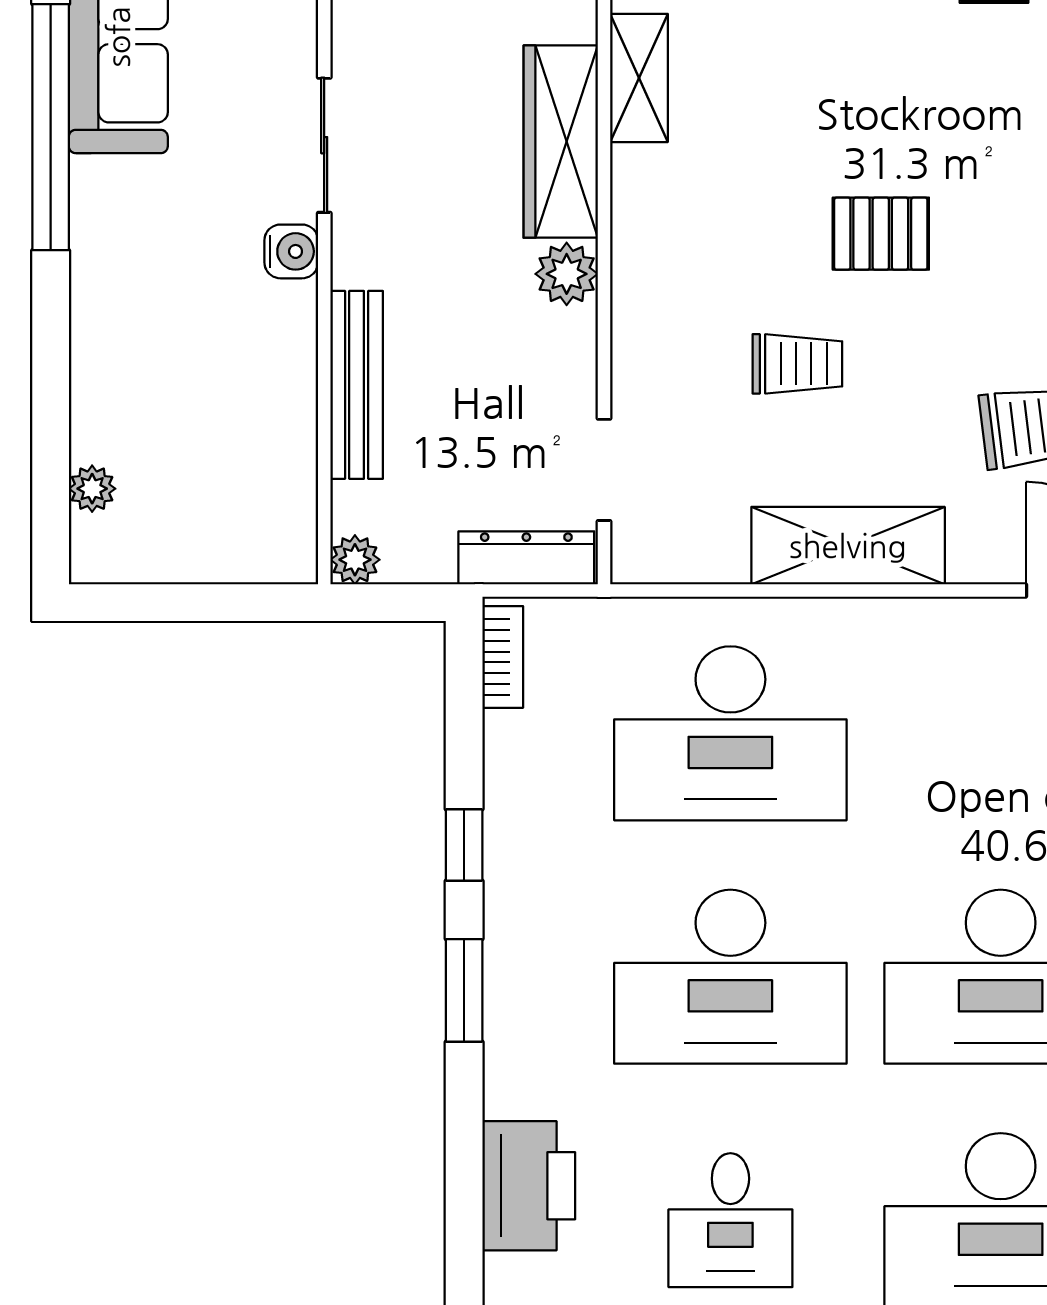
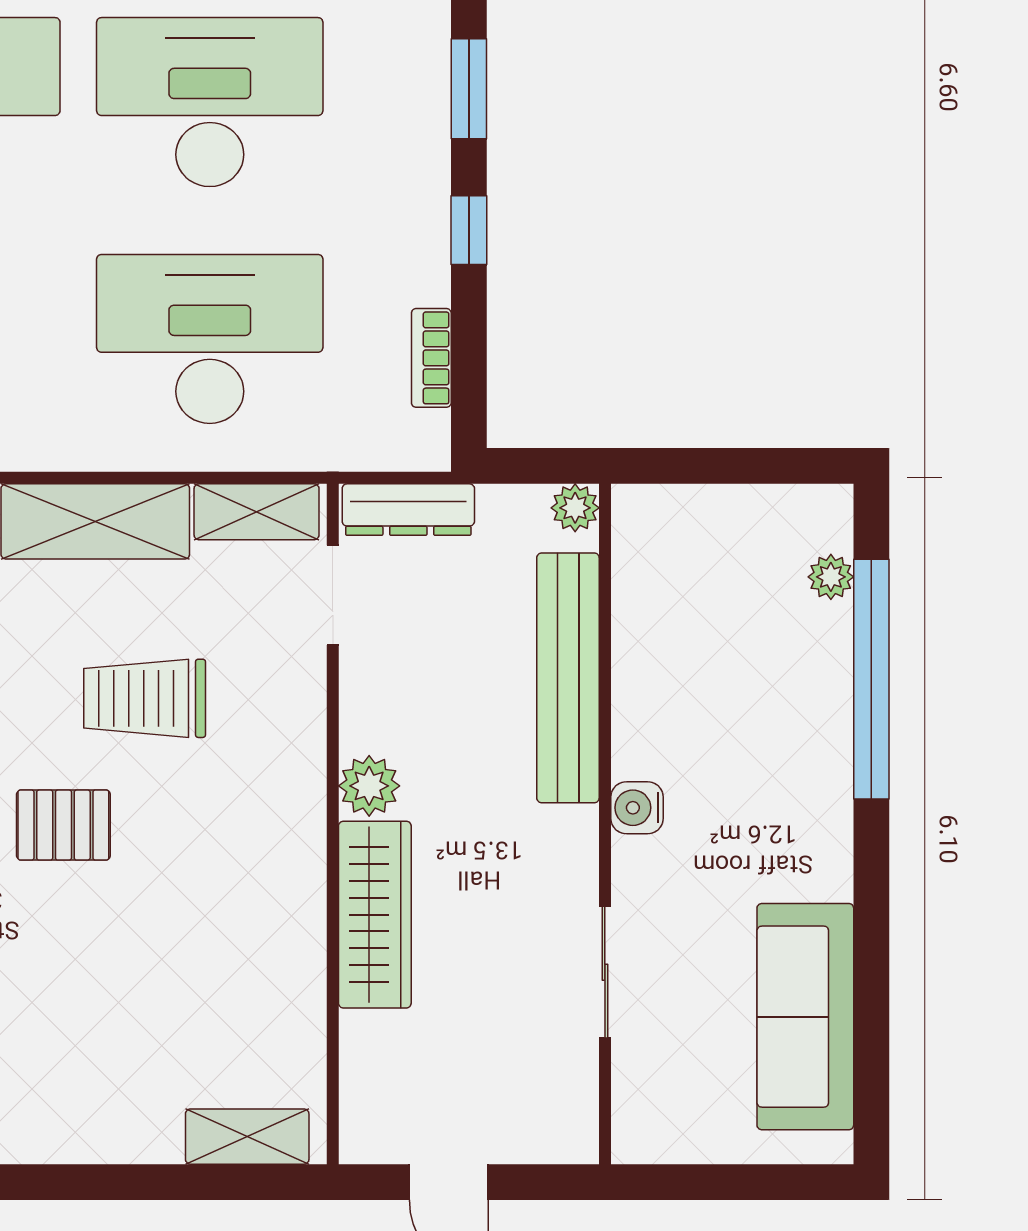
shelving: (639, 78) -> (257, 512), moved, turned 90
window: (51, 127) -> (871, 679), moved
sliding door: (324, 145) -> (605, 972), moved
trolley: (797, 364) -> (145, 698), width x1.36, depth x1.39
bench: (357, 385) -> (568, 678), width x1.37, depth x1.21
bookcase: (503, 657) -> (431, 358), moved

